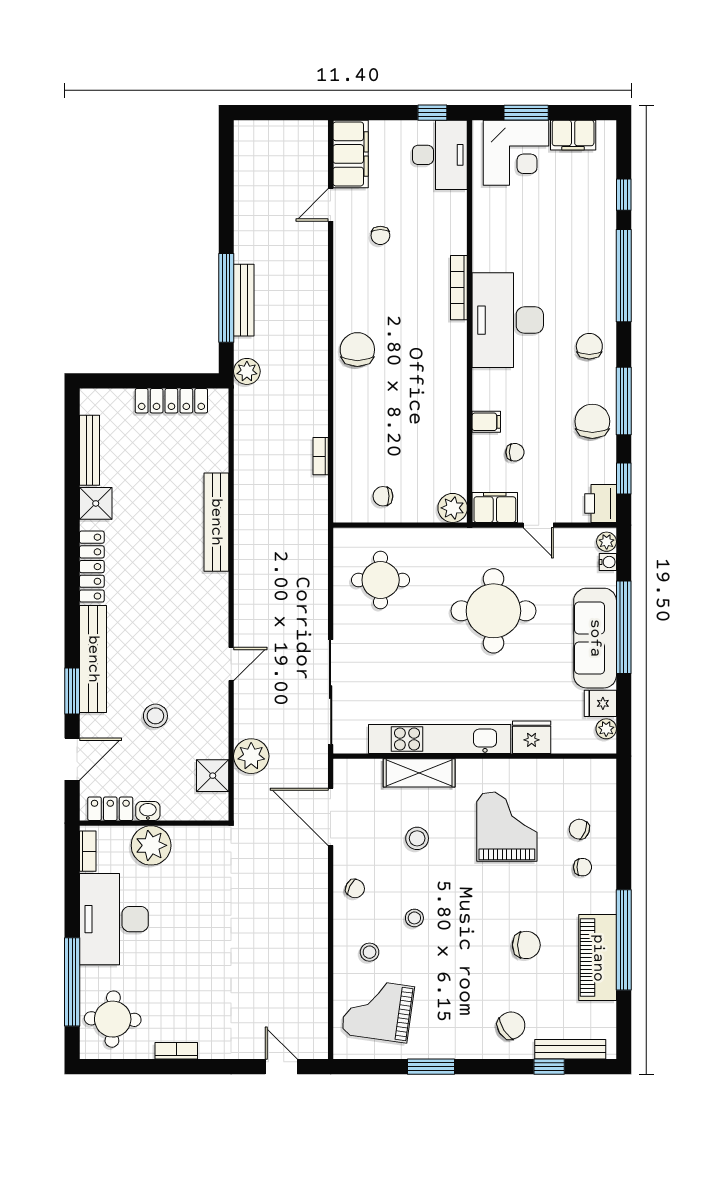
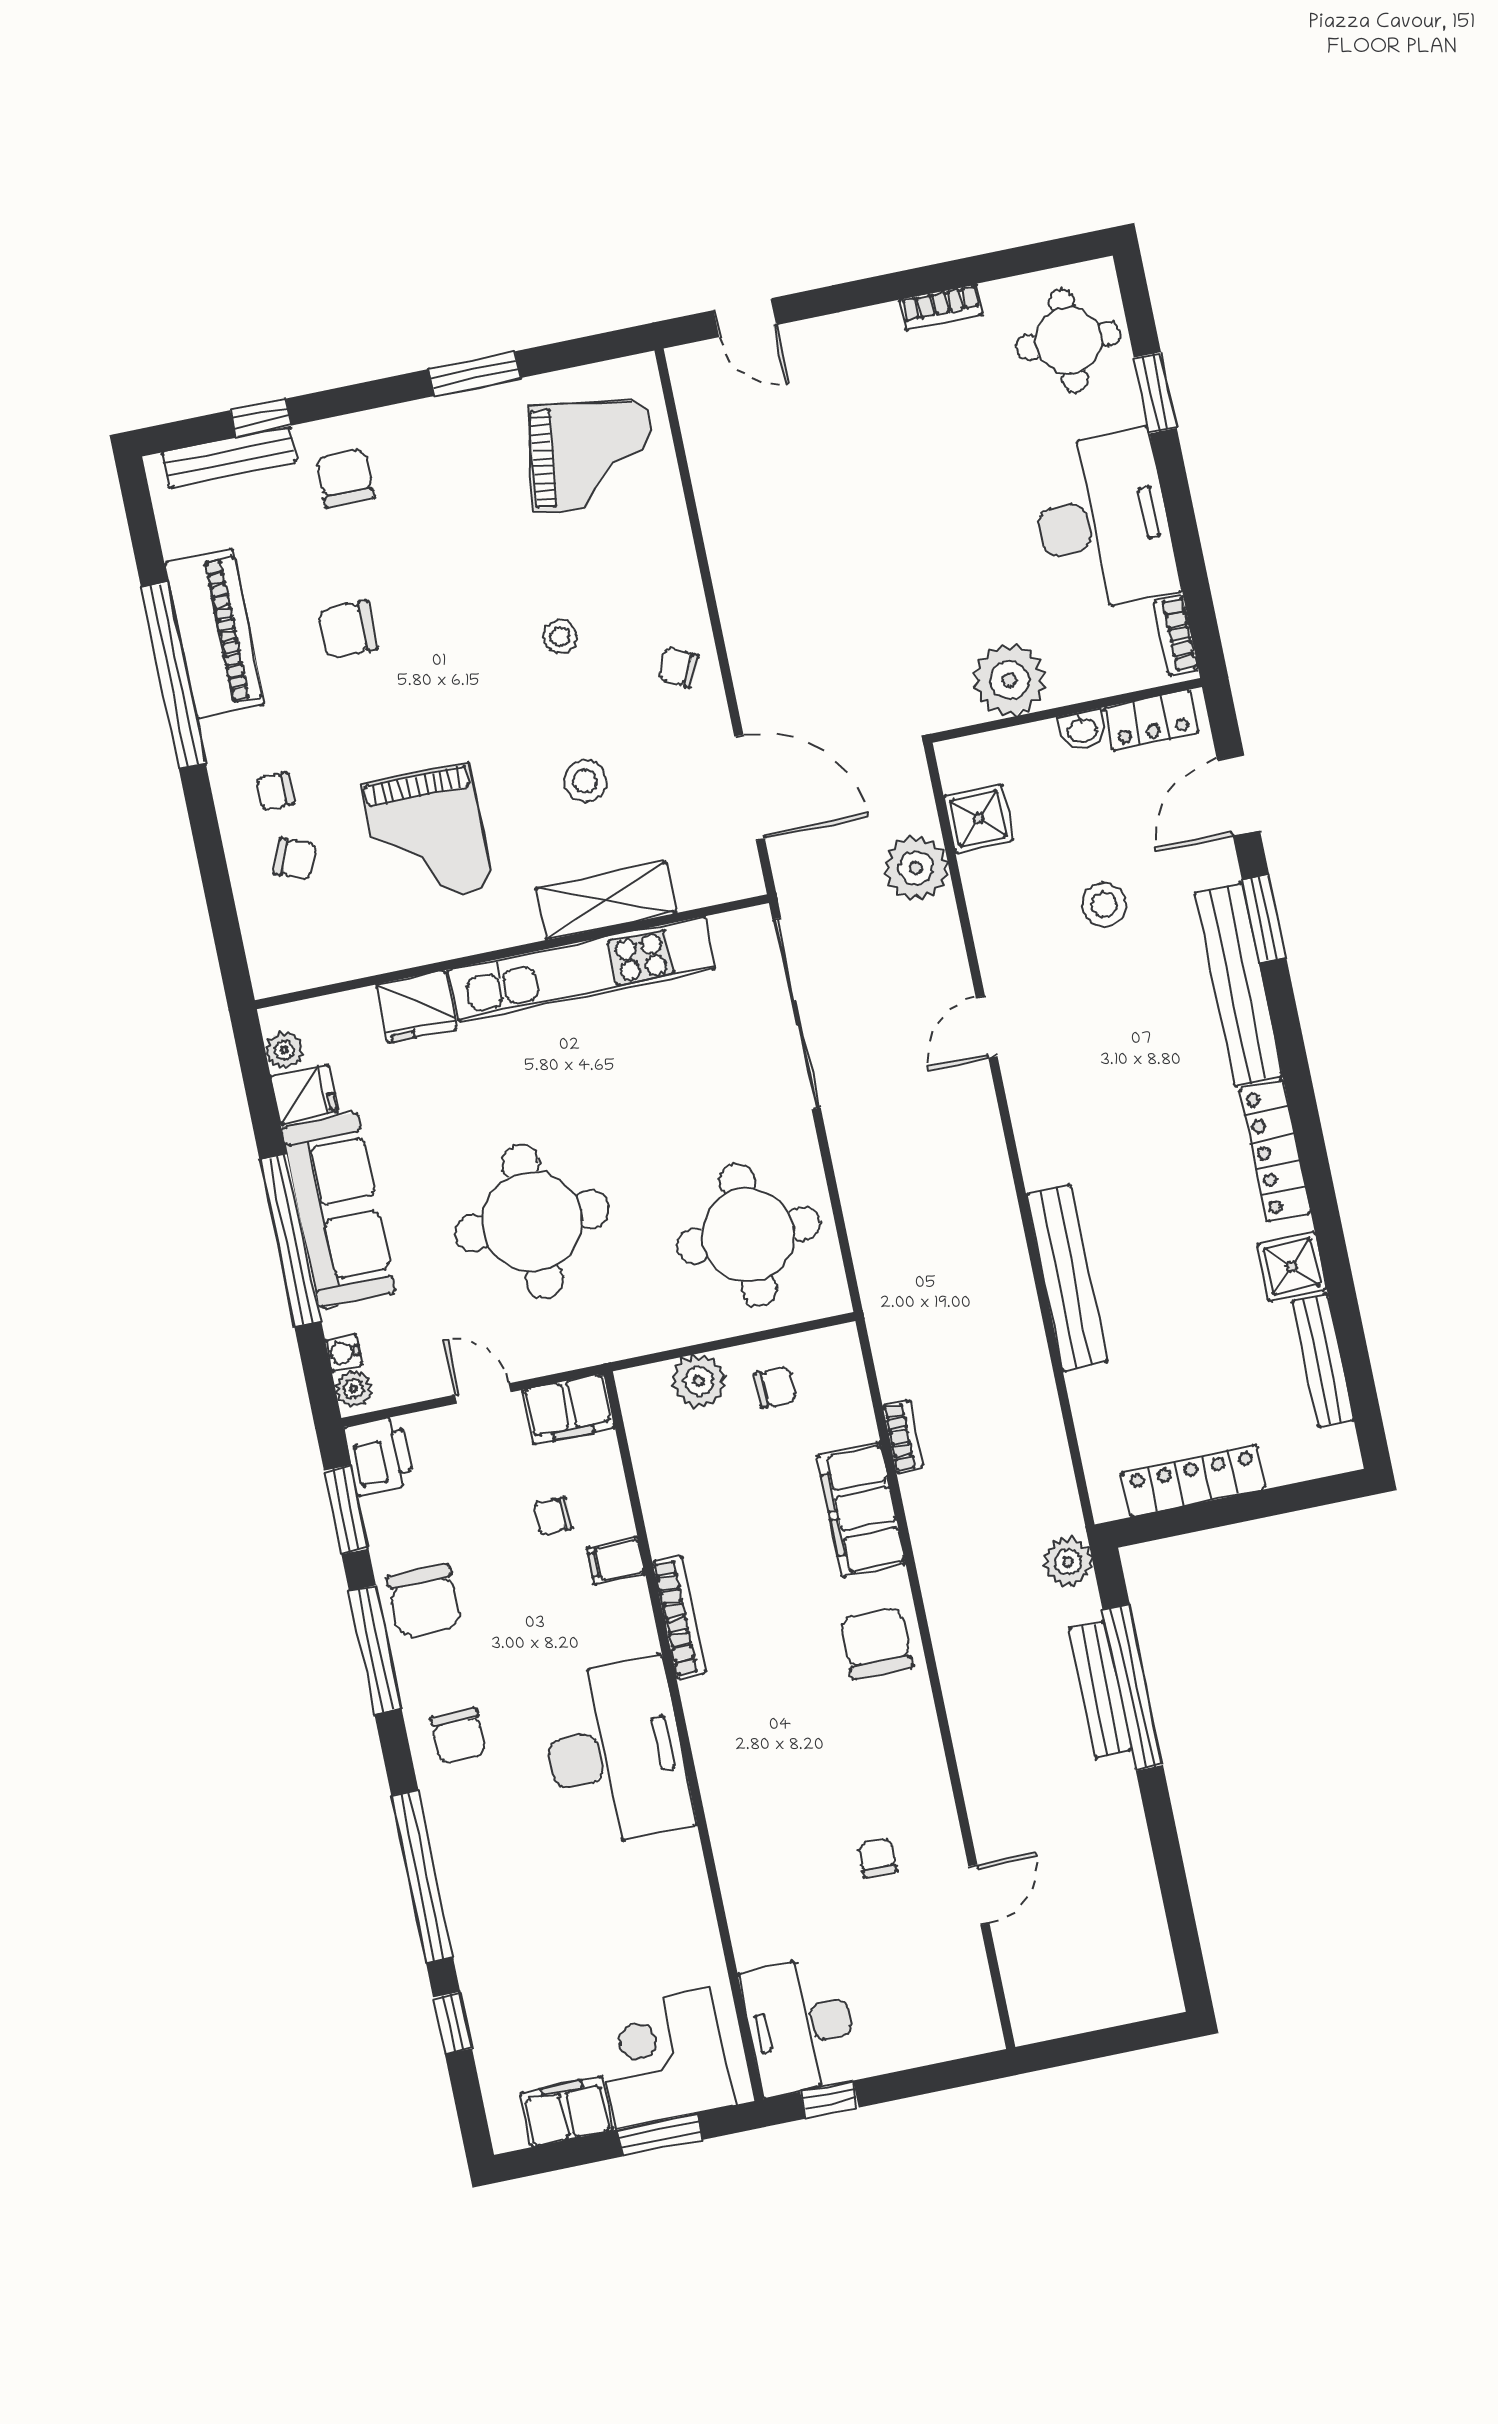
filing cabinet: (351, 154) -> (861, 1510), moved
bookcase: (459, 288) -> (679, 1617), moved
chair: (357, 350) -> (876, 1643), turned 180
window: (624, 478) -> (346, 1510), width x1.50
plant: (453, 508) -> (699, 1381), moved
round table: (381, 580) -> (748, 1235), width x1.36, depth x1.36
plant: (151, 845) -> (1009, 680), moved
stool: (370, 952) -> (629, 558), removed
window: (72, 982) -> (1155, 393), width x0.47
chair: (511, 1026) -> (345, 478), turned 123

